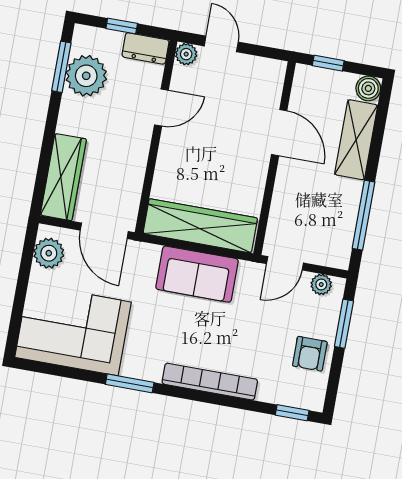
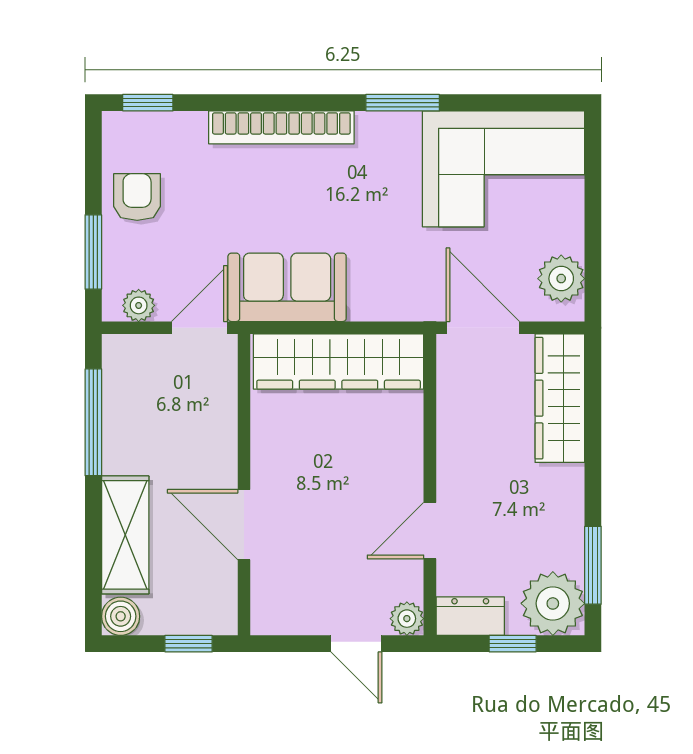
plant: (86, 76) -> (553, 603), moved
sofa: (197, 274) -> (287, 287), moved

